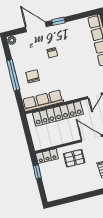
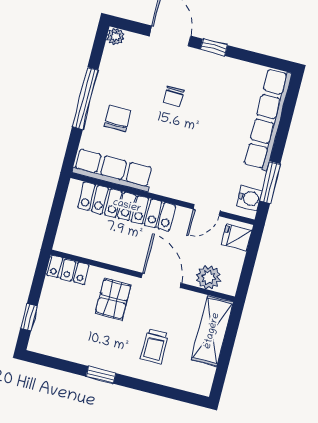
pallet: (74, 158) -> (113, 299), turned 90
window: (37, 172) -> (29, 317), moved
window: (87, 195) -> (101, 375), added

